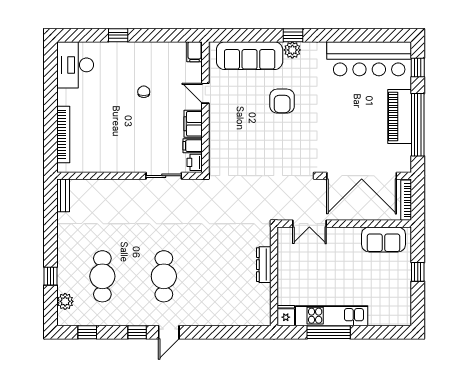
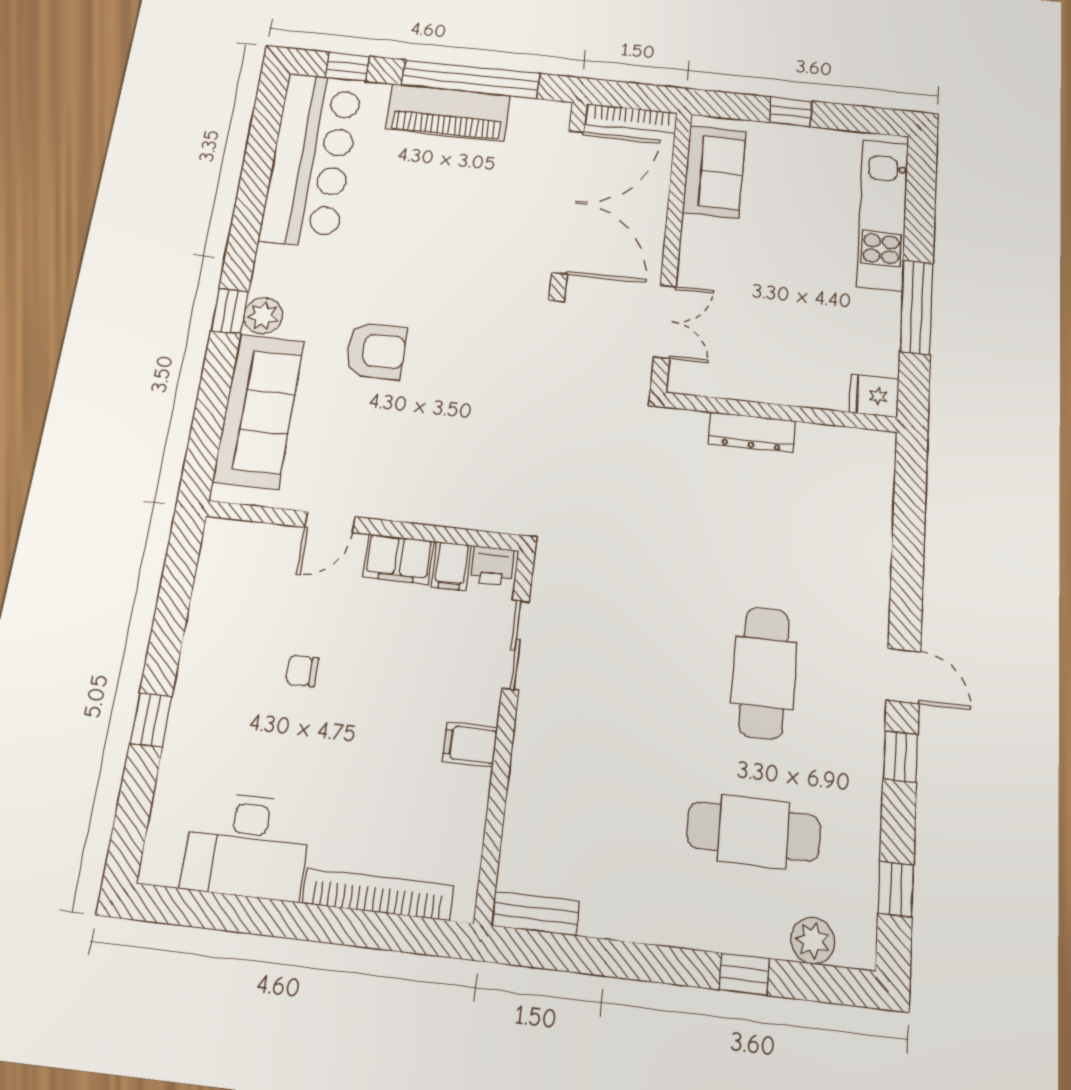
filing cabinet: (195, 52) -> (470, 744), moved, turned 180
desk: (75, 65) -> (247, 846), moved
cafe table: (164, 276) -> (764, 673), turned 90
kitchen unit: (332, 316) -> (883, 215), moved

